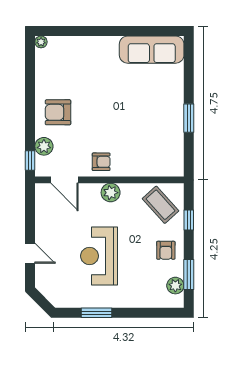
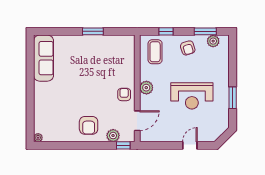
coffee table: (161, 205) -> (155, 52), turned -48
armchair: (166, 250) -> (188, 48), turned 73

